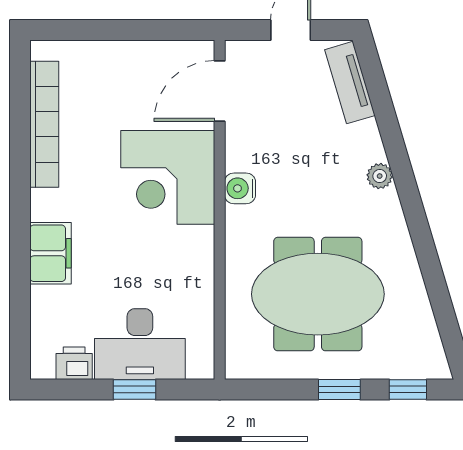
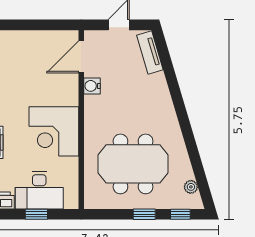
plant: (380, 176) -> (191, 187), moved
corner desk: (168, 177) -> (54, 131), moved
water cooler: (240, 188) -> (92, 86), moved

